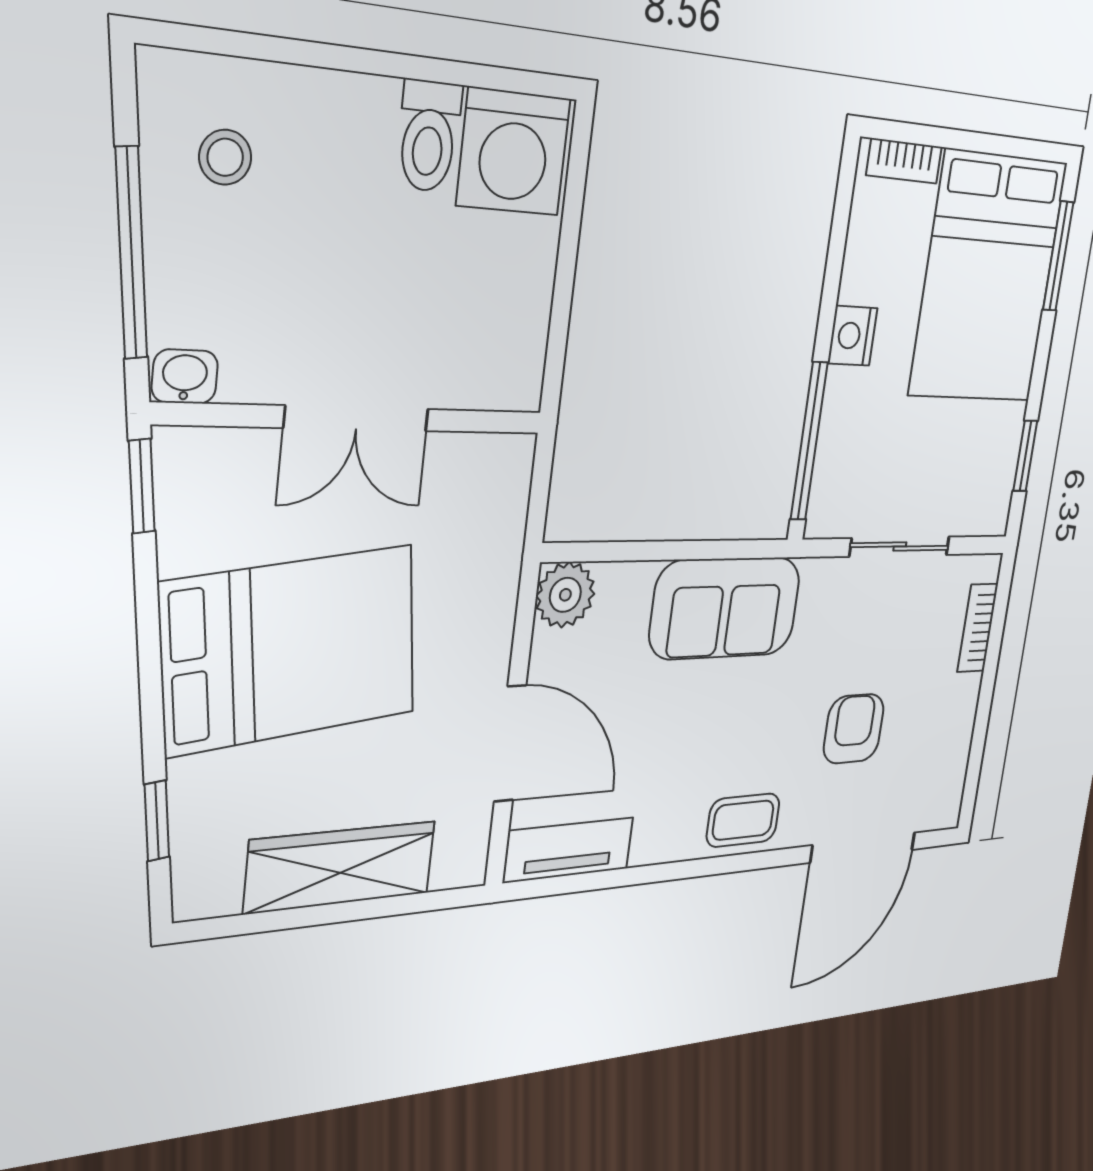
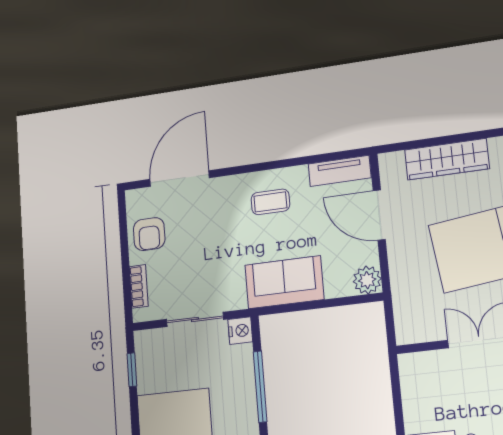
nightstand: (853, 336) -> (240, 331), moved
window: (809, 441) -> (260, 387), moved
armchair: (854, 729) -> (149, 234), moved
coffee table: (743, 820) -> (270, 202), moved

